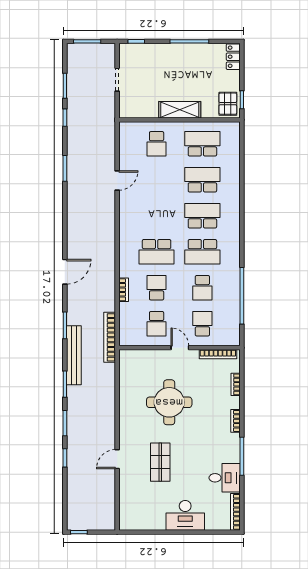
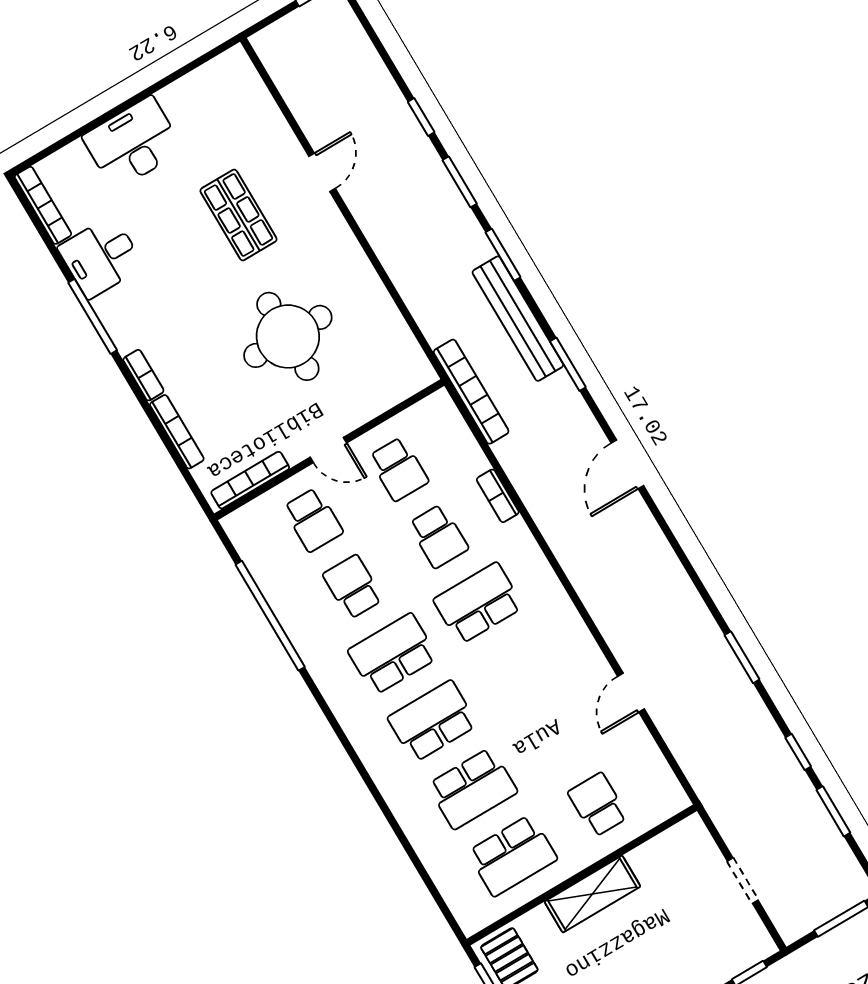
school desk: (202, 216) -> (433, 721), turned 180
school desk: (157, 324) -> (399, 469), turned 180
bookcase: (236, 384) -> (177, 432), width x1.56

